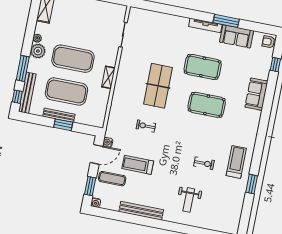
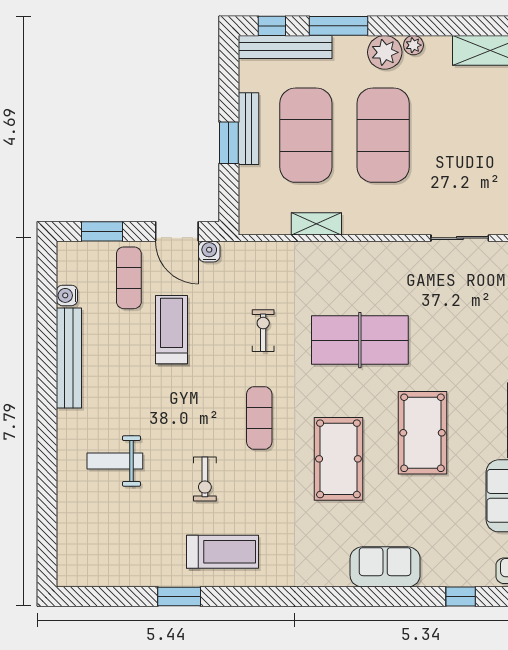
shelving: (108, 77) -> (316, 224), moved
exercise mat: (183, 135) -> (259, 418), added
water cooler: (96, 203) -> (67, 295), moved

